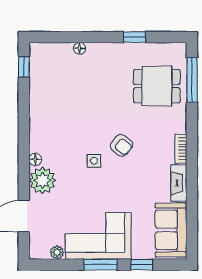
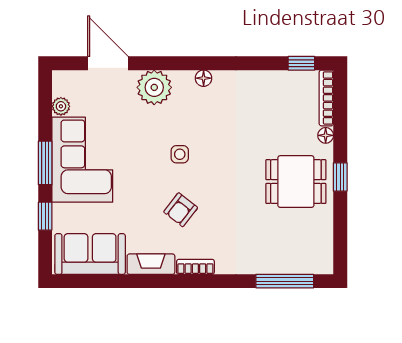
window: (135, 37) -> (340, 177), moved
bookcase: (51, 48) -> (326, 98), added
dining table: (157, 86) -> (296, 182), moved, turned 90
armchair: (121, 145) -> (181, 210), moved
floor lamp: (35, 159) -> (204, 78), moved

